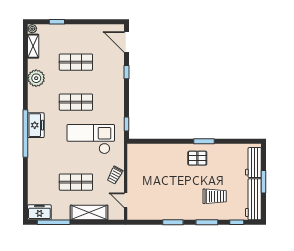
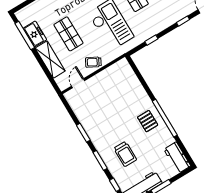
window: (127, 124) -> (151, 40), moved
window: (204, 141) -> (165, 118), width x2.11
workbench: (253, 163) -> (177, 158), moved, turned -90
freezer: (39, 212) -> (35, 34), moved

